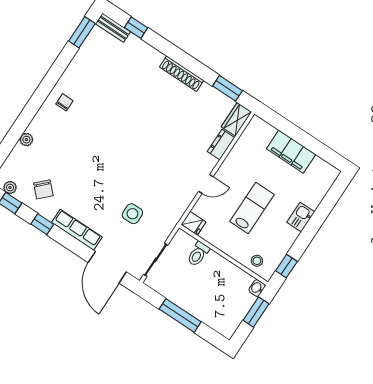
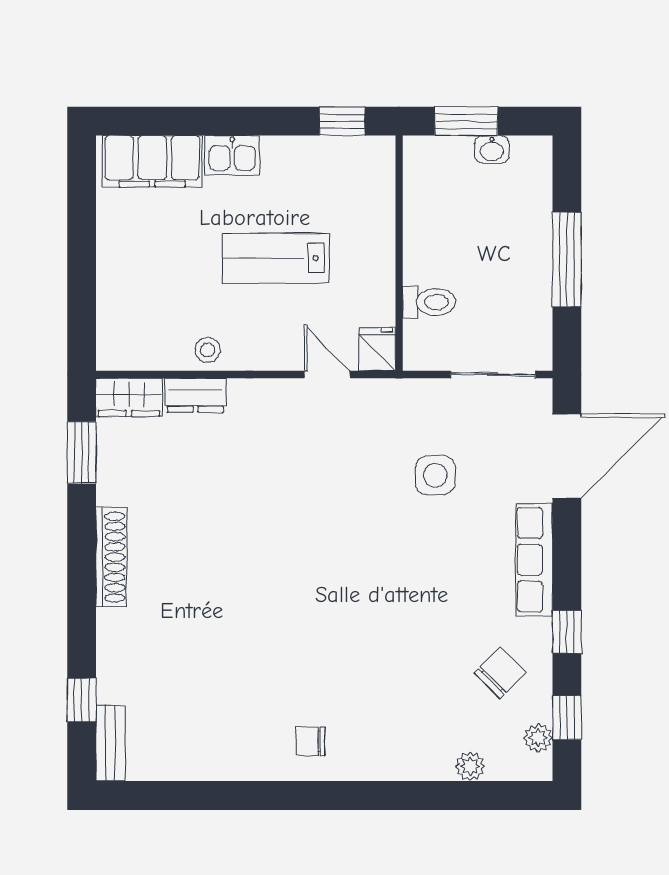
window: (82, 32) -> (157, 795), removed
plant: (26, 140) -> (470, 766), moved
filing cabinet: (291, 152) -> (152, 161), moved, turned 90
door: (206, 184) -> (327, 374), moved
stool: (257, 261) -> (208, 350), moved
washbasin: (257, 288) -> (492, 149), moved

